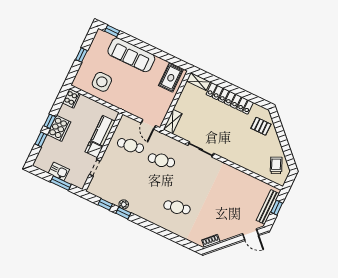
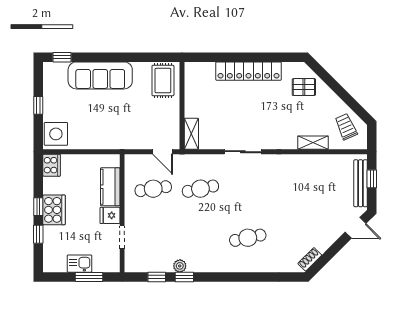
shelving: (198, 81) -> (313, 143), moved
side table: (102, 82) -> (56, 134), moved

